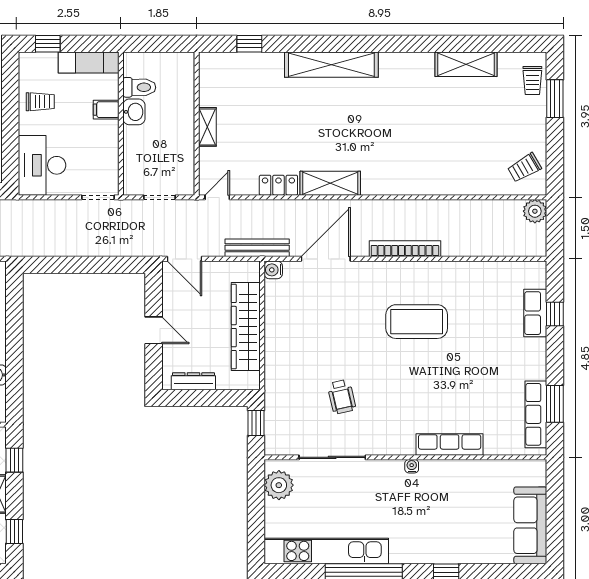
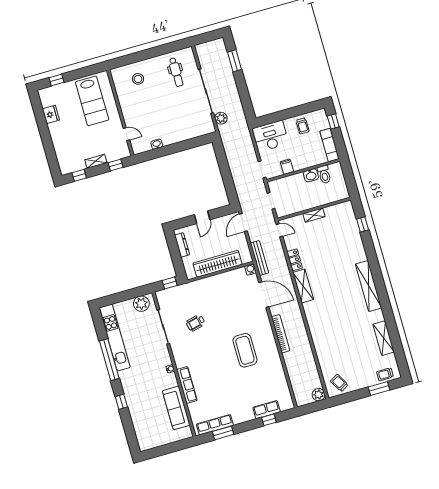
shelving: (331, 65) -> (369, 286), moved
filing cabinet: (106, 110) -> (287, 167), moved
sofa: (530, 525) -> (176, 408), moved, turned -90

